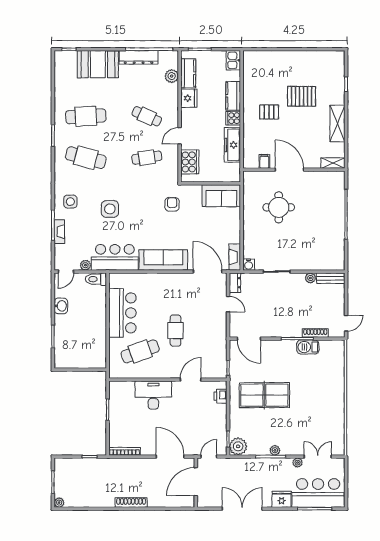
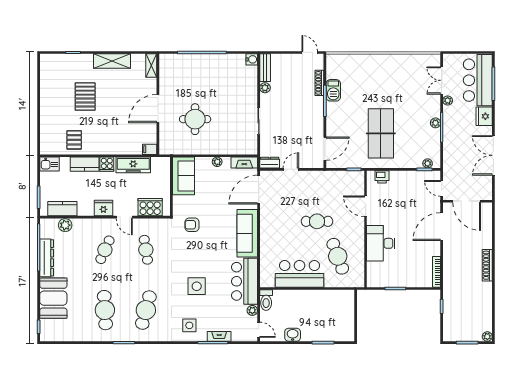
fridge: (189, 98) -> (103, 208), moved
pallet: (269, 112) -> (74, 140), moved
filing cabinet: (264, 161) -> (150, 149), moved
plant: (236, 230) -> (217, 162), added
water cooler: (249, 265) -> (252, 59), moved
plant: (238, 446) -> (428, 163), width x0.53, depth x0.53

